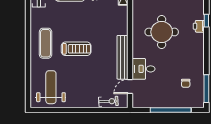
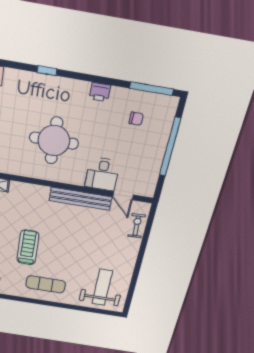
printer: (199, 26) -> (100, 92), moved
treadmill: (76, 49) -> (28, 247), moved
weight bench: (51, 87) -> (102, 287), turned 90

